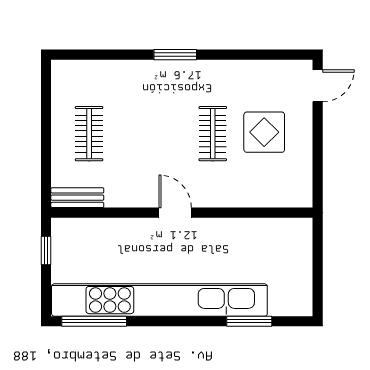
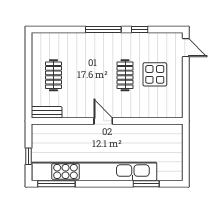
window: (175, 55) -> (103, 30), width x1.44
window: (238, 55) -> (140, 30), added
door: (318, 86) -> (186, 48), hinge flipped
window: (46, 251) -> (29, 156), moved

